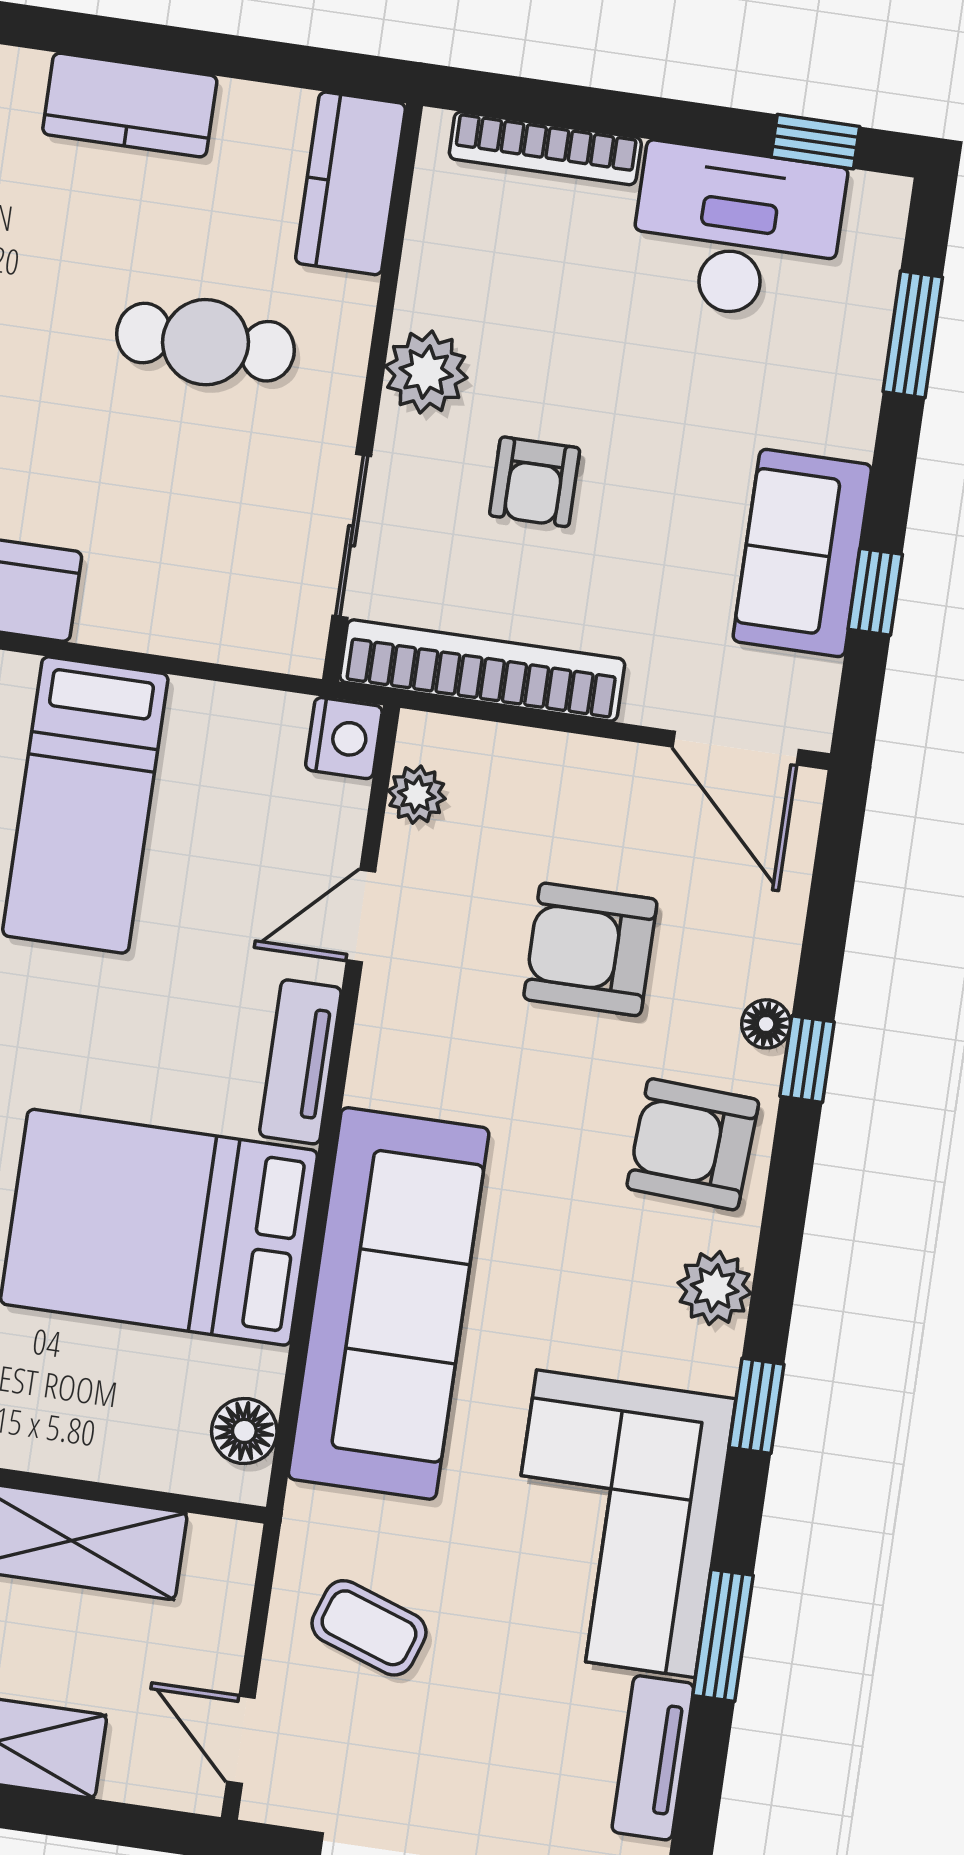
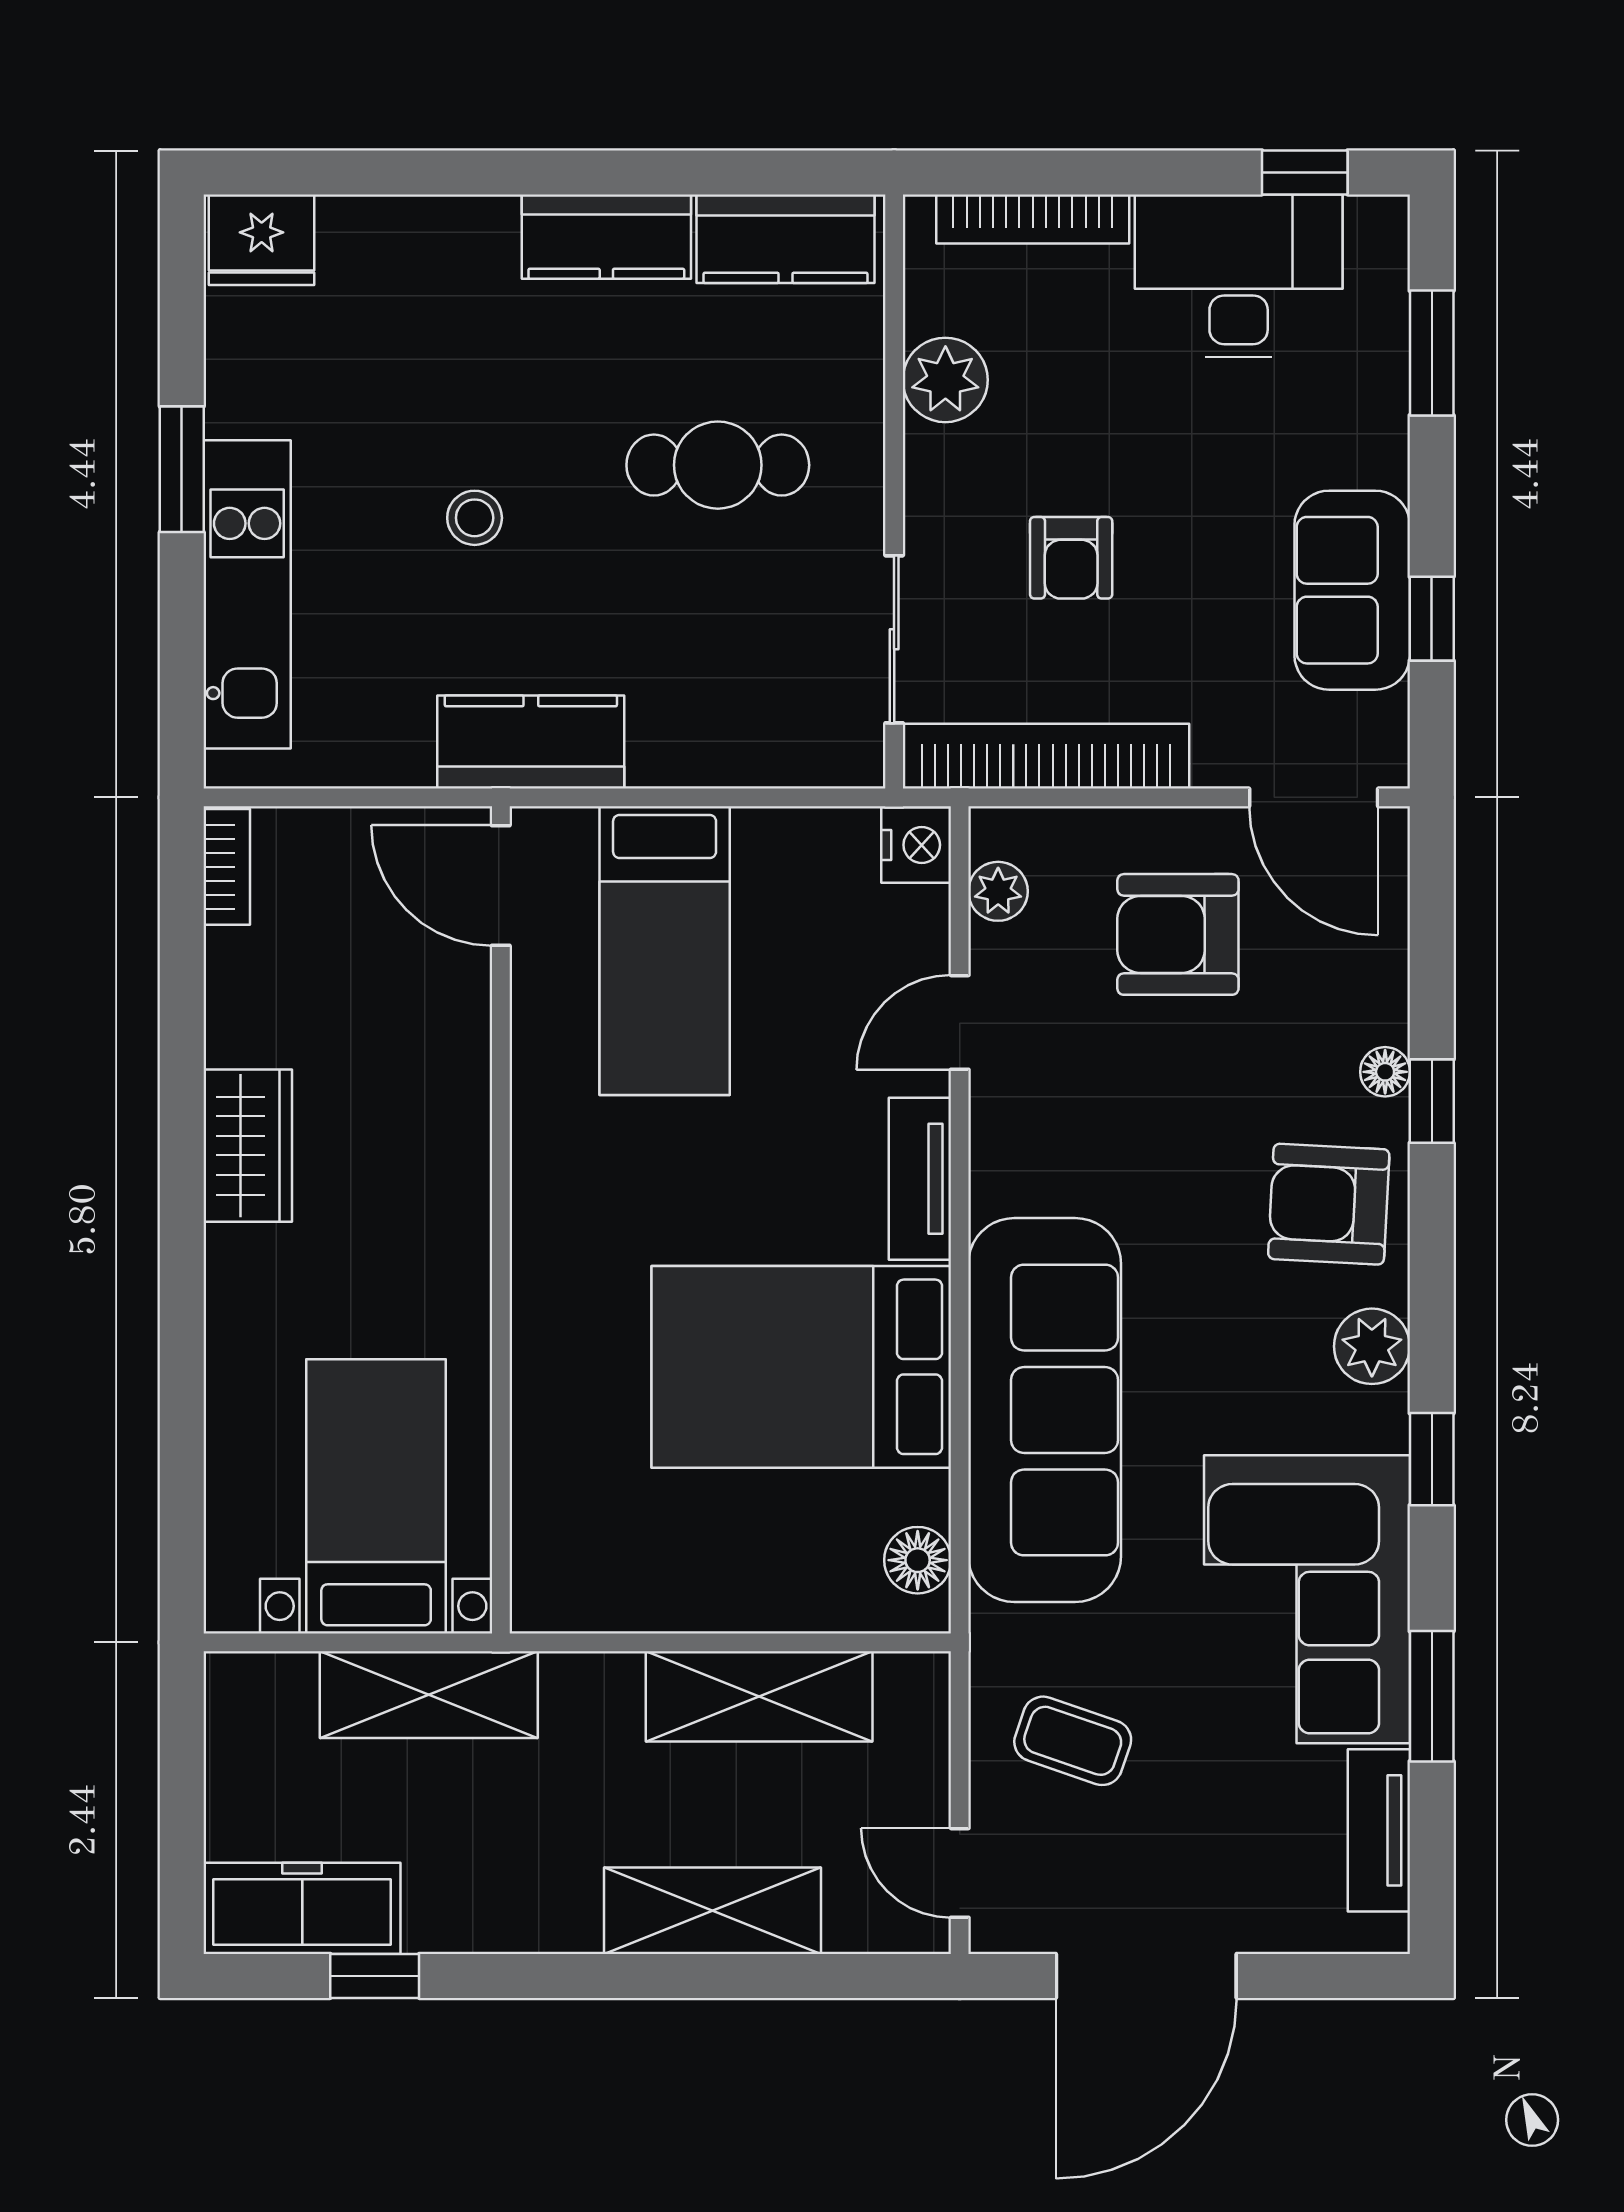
kitchen counter: (350, 183) -> (786, 239), moved, turned -90
plant: (426, 372) -> (945, 380), moved
armchair: (590, 949) -> (1178, 934), moved

